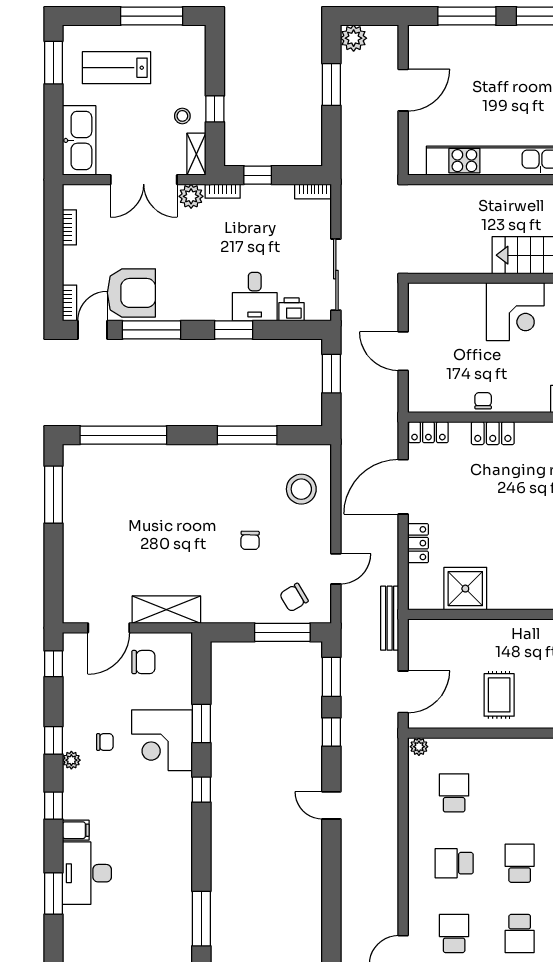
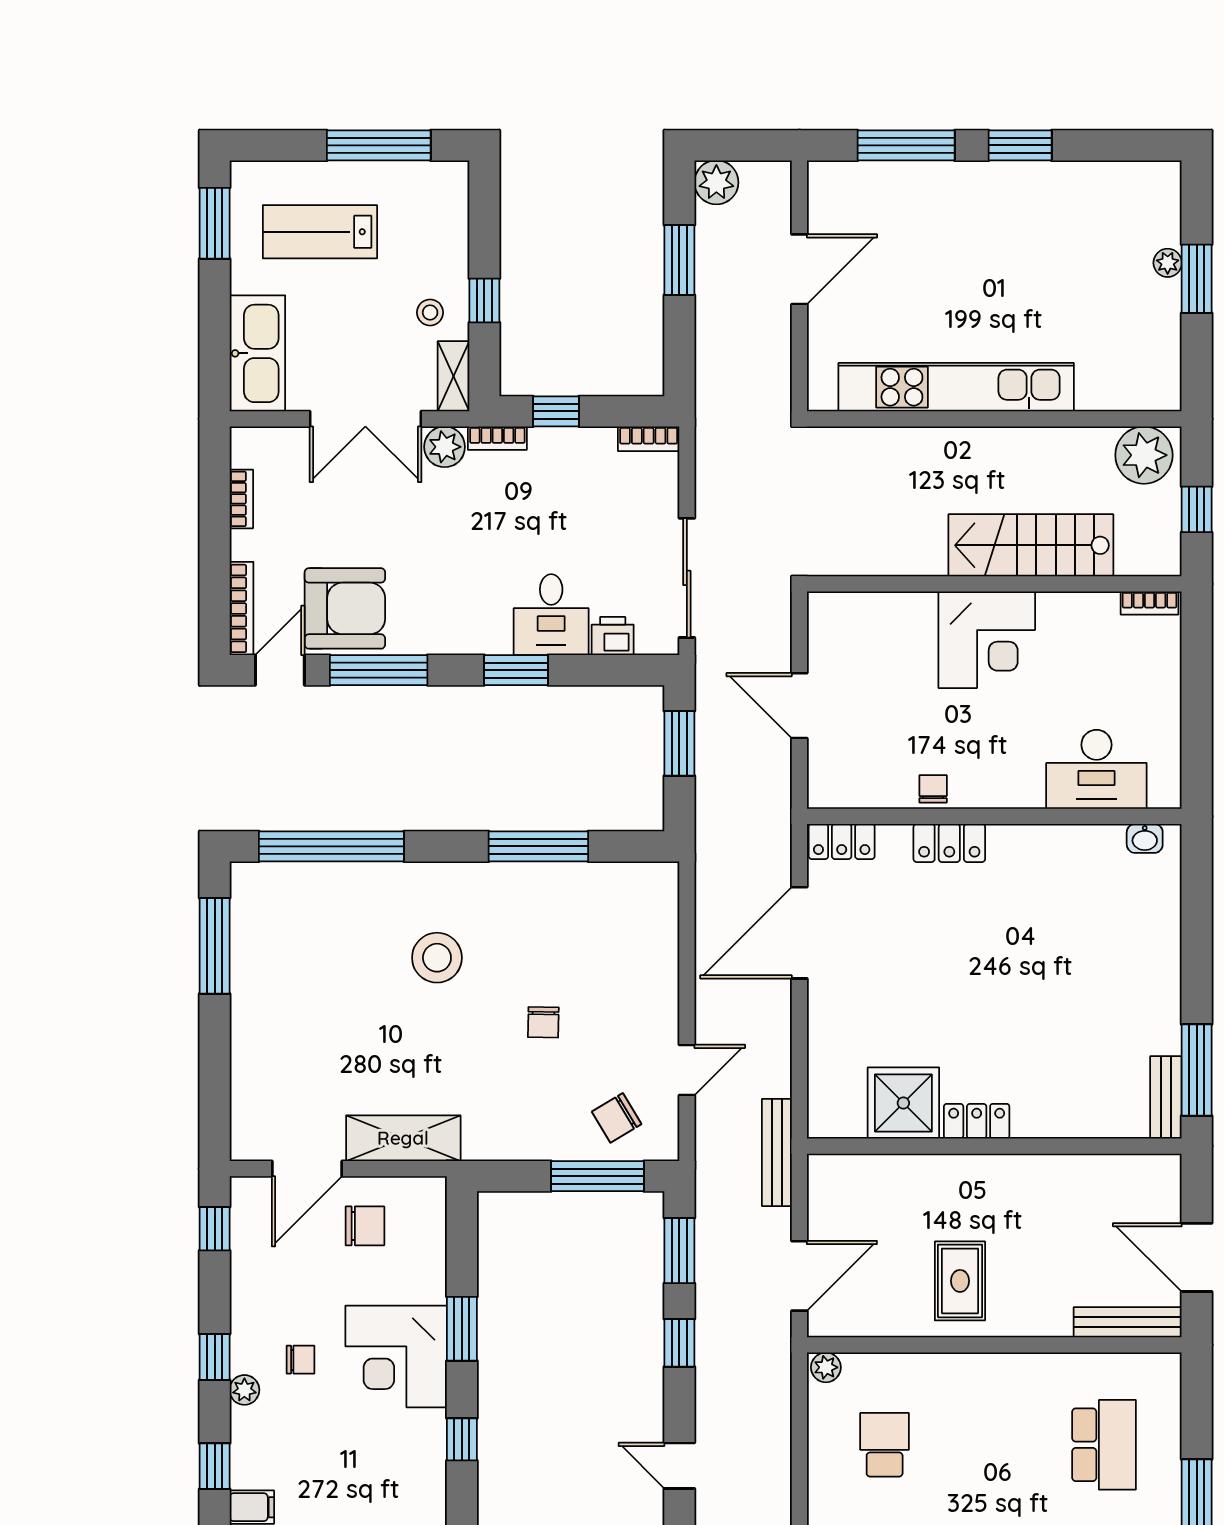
bookcase: (70, 303) -> (241, 608), width x1.56
stool: (301, 489) -> (437, 958), moved
locker: (418, 543) -> (977, 1121), moved, turned -90

